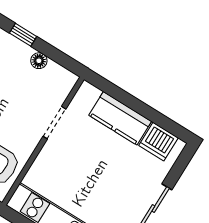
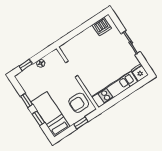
kitchen counter: (120, 118) -> (83, 39), removed

